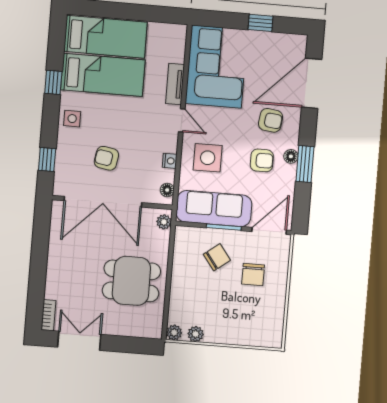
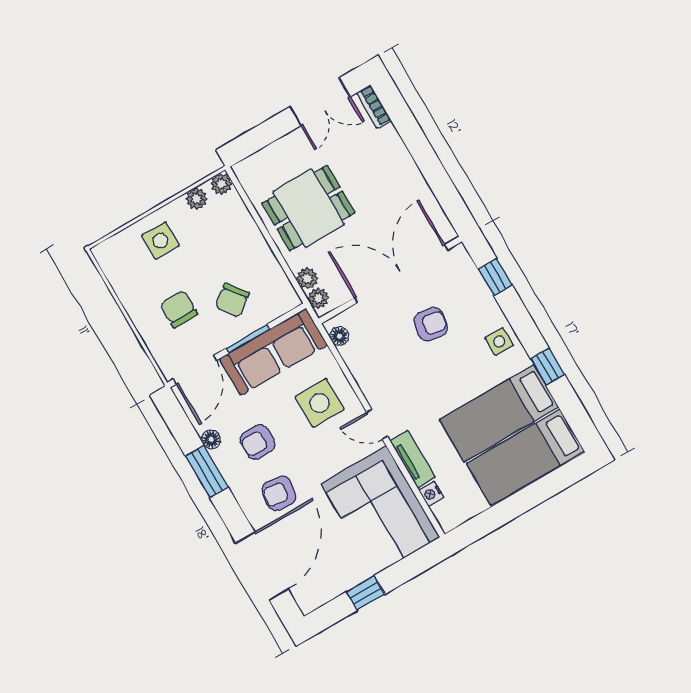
floor lamp: (291, 156) -> (211, 439), moved
nightstand: (170, 161) -> (431, 494), moved
plant: (162, 239) -> (307, 278), added
side table: (235, 324) -> (160, 241), added

